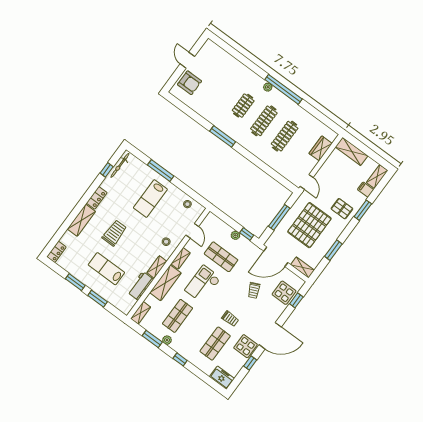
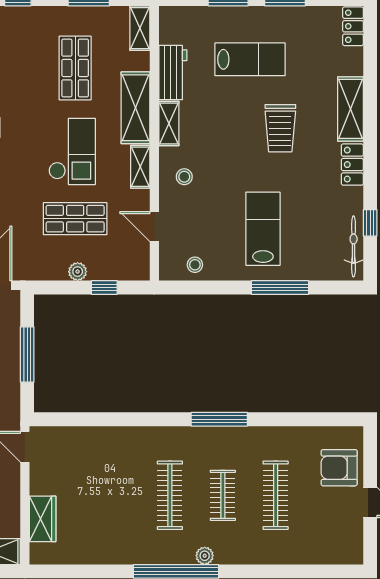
clothes rail: (285, 136) -> (276, 495), moved
window: (247, 234) -> (104, 288), moved
plant: (167, 340) -> (63, 15), removed

